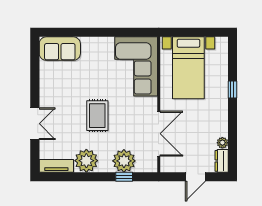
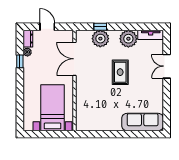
sofa: (60, 49) -> (143, 122), width x1.36
corner sofa: (136, 66) -> (91, 109), removed
window: (232, 89) -> (20, 61), moved
door: (195, 177) -> (47, 27), hinge flipped

